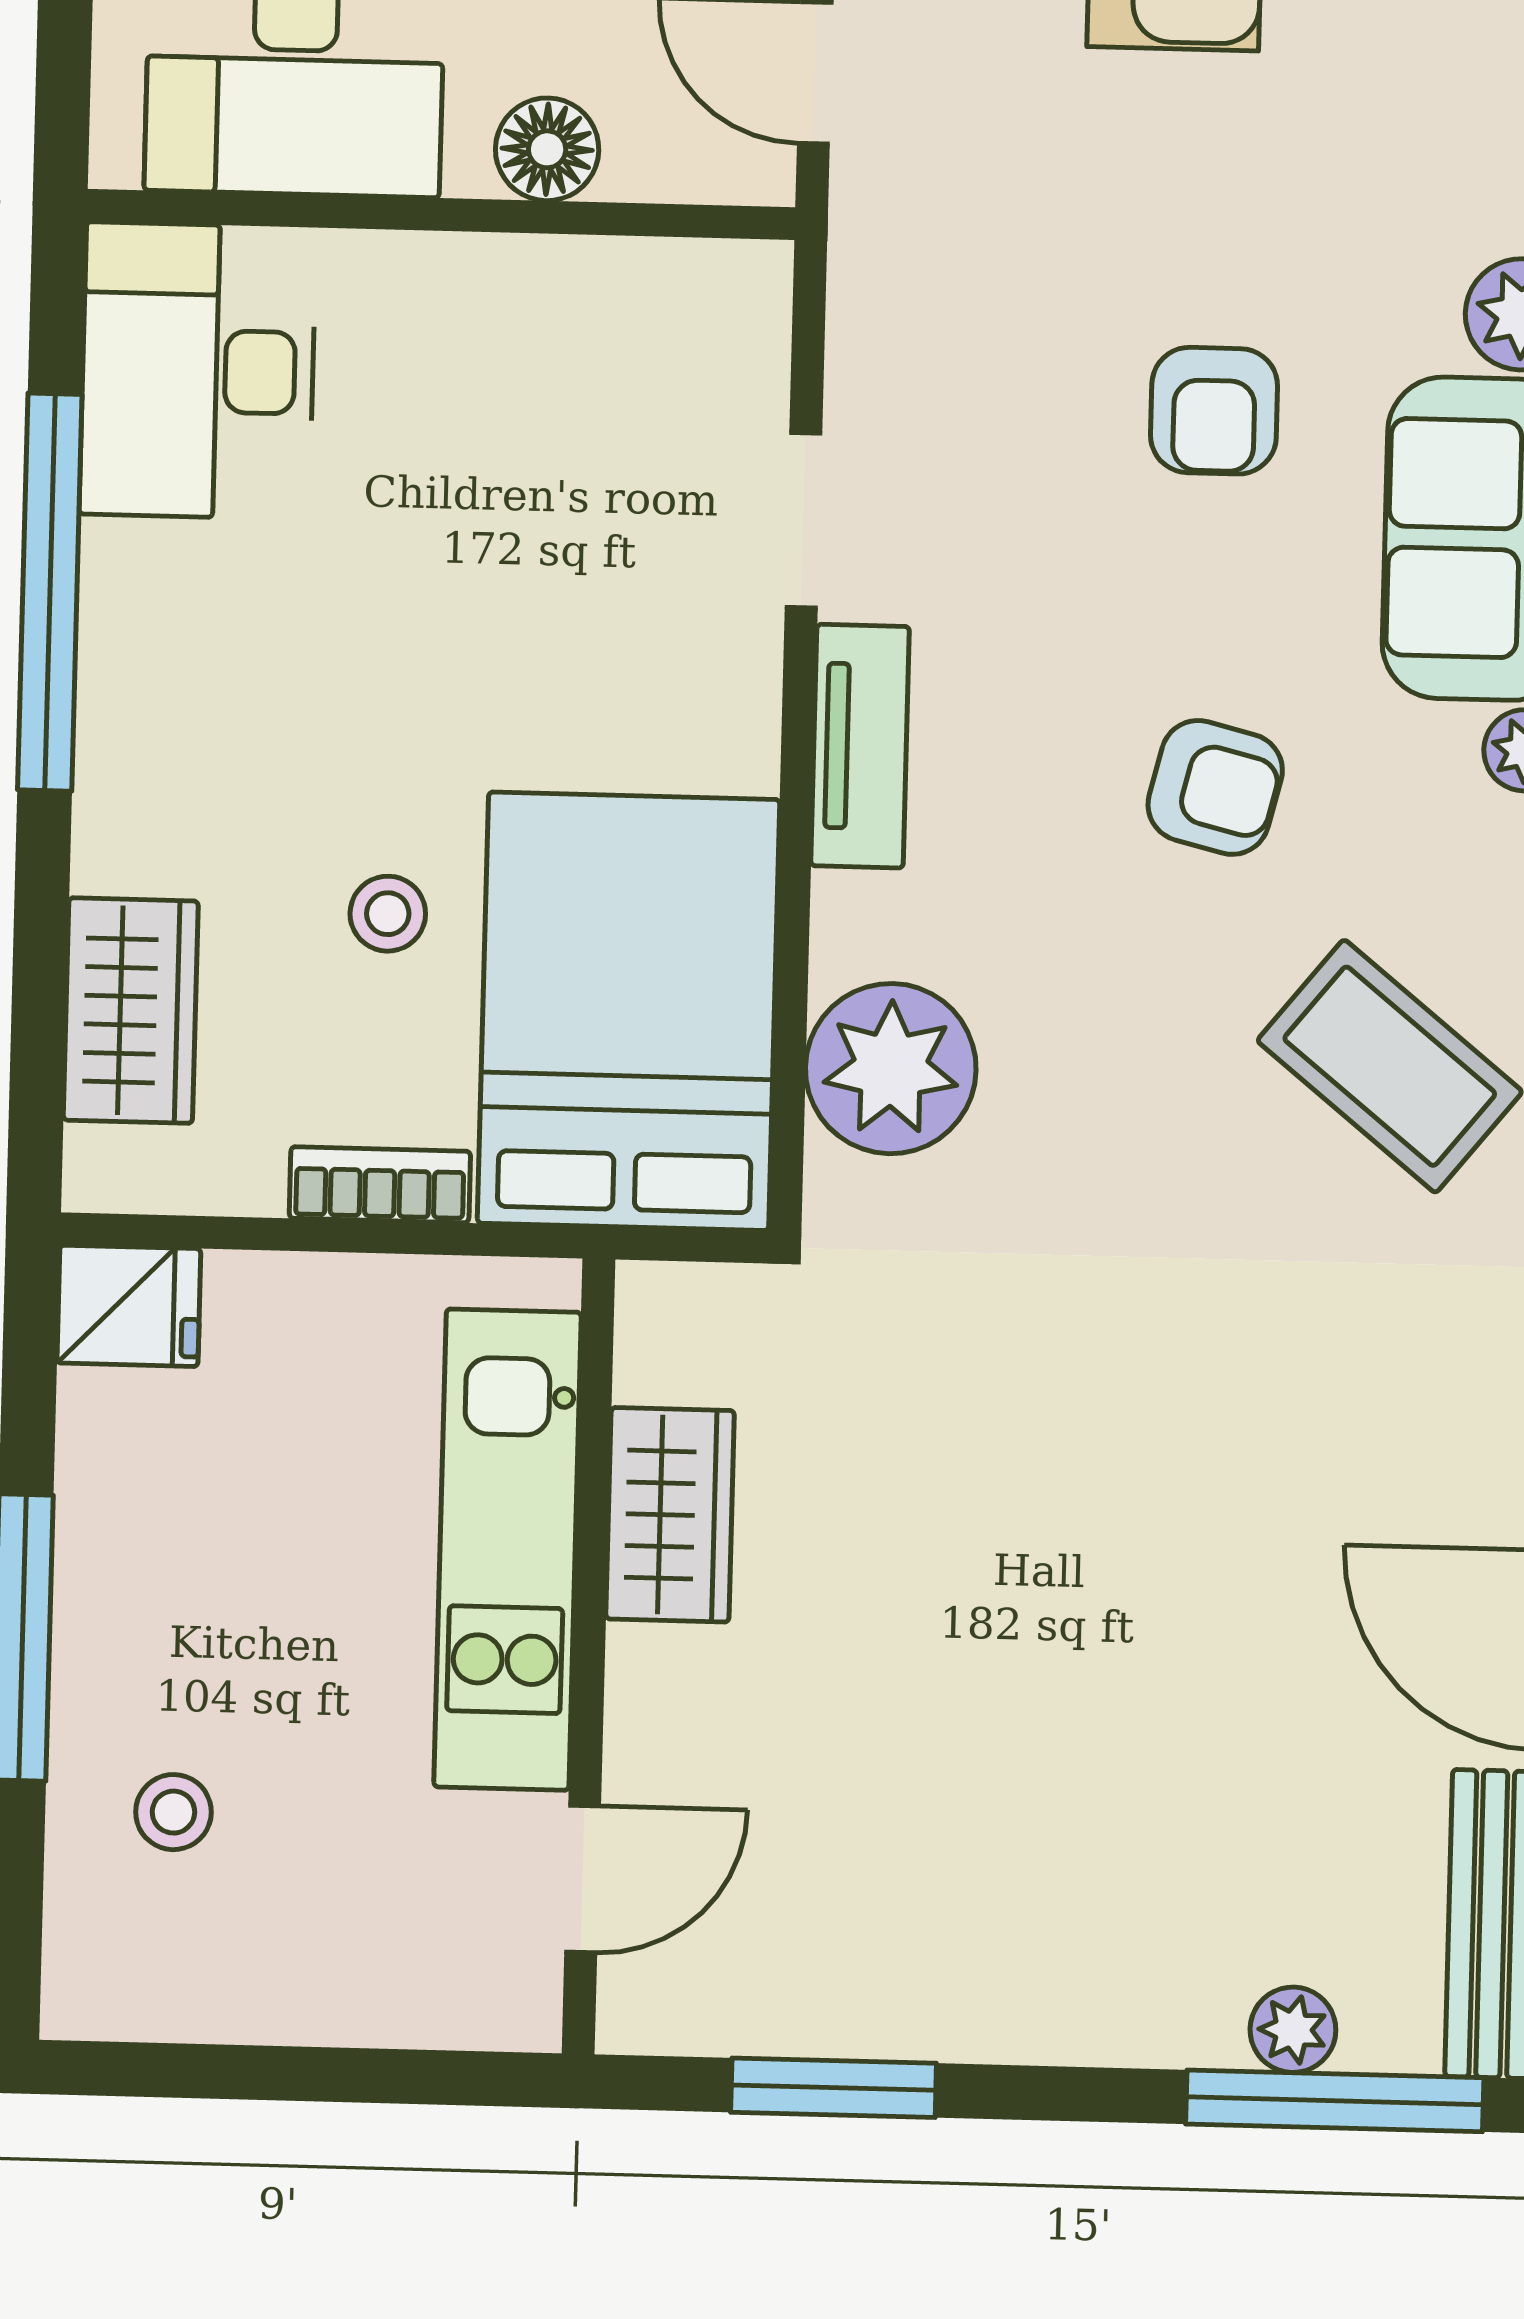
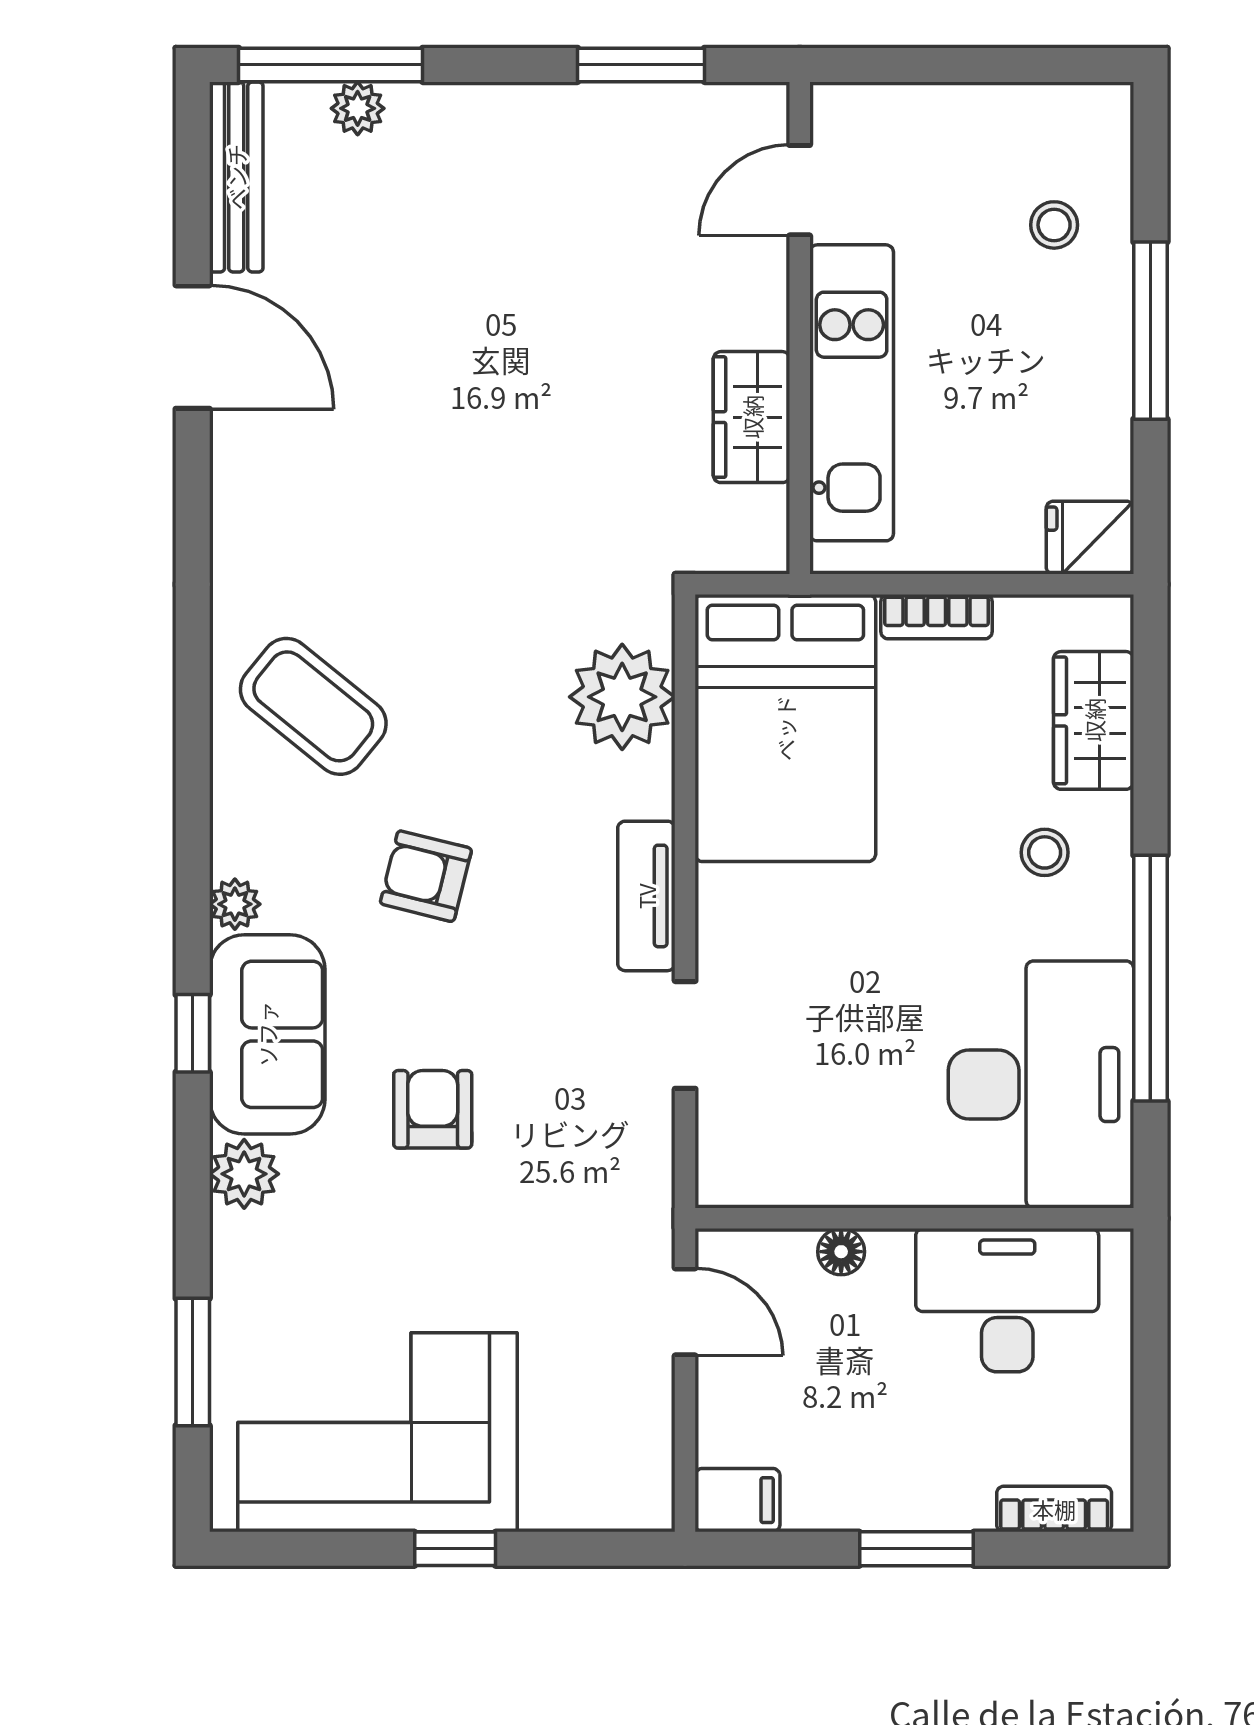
floor lamp: (547, 149) -> (841, 1252), width x0.73, depth x0.73
desk: (198, 371) -> (1041, 1085), width x1.36, depth x1.30
stool: (388, 914) -> (1045, 852), moved

